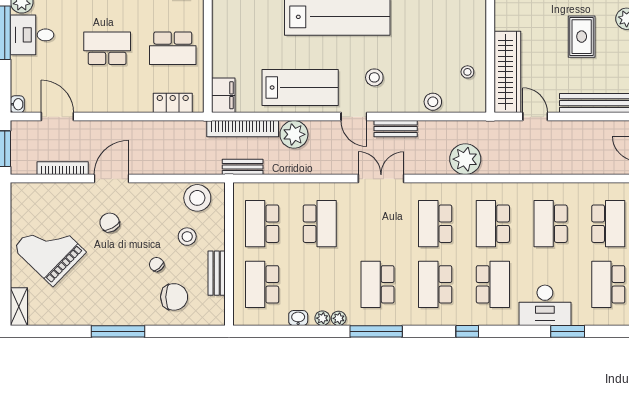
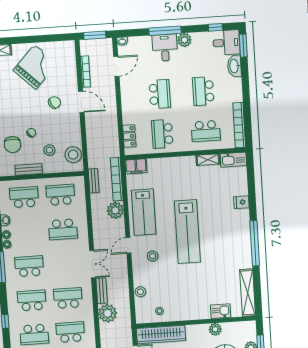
bench: (396, 129) -> (102, 291), moved

